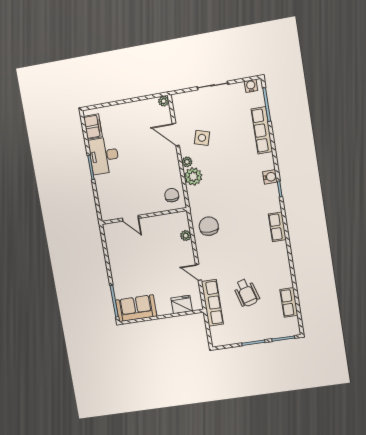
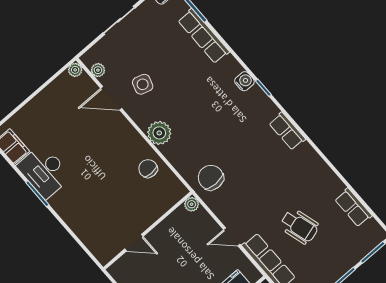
plant: (187, 162) -> (98, 70), moved
wall: (144, 216) -> (148, 231), moved
door: (130, 218) -> (134, 243), moved

